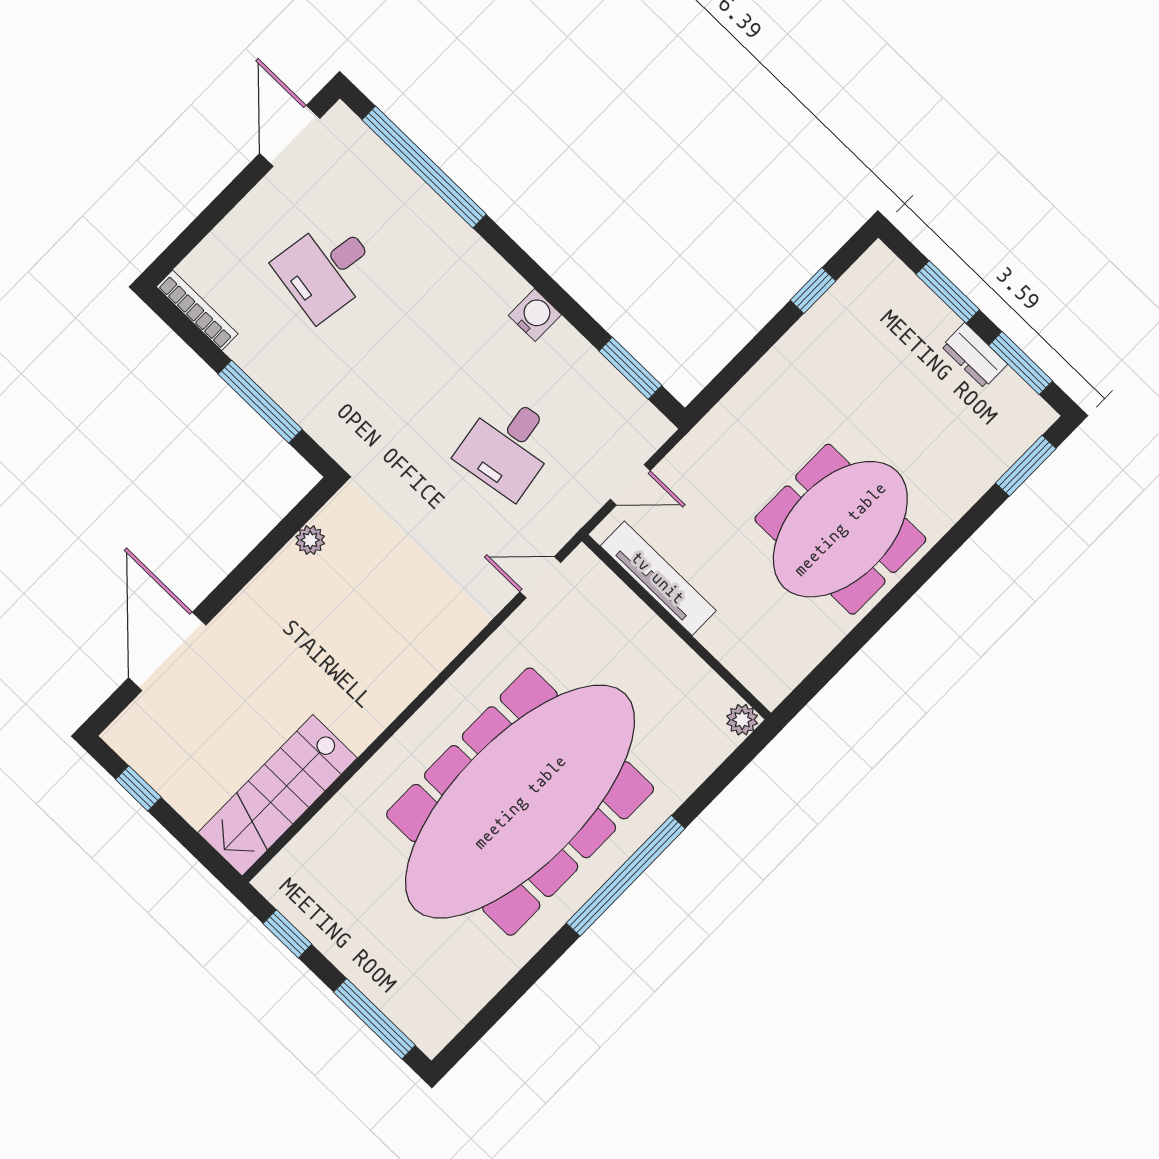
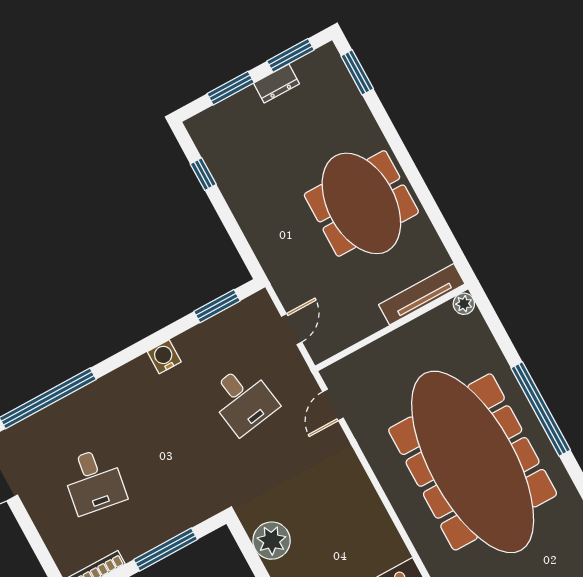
plant: (310, 540) -> (272, 541), width x1.87, depth x1.87
tv unit: (658, 578) -> (422, 294), moved

